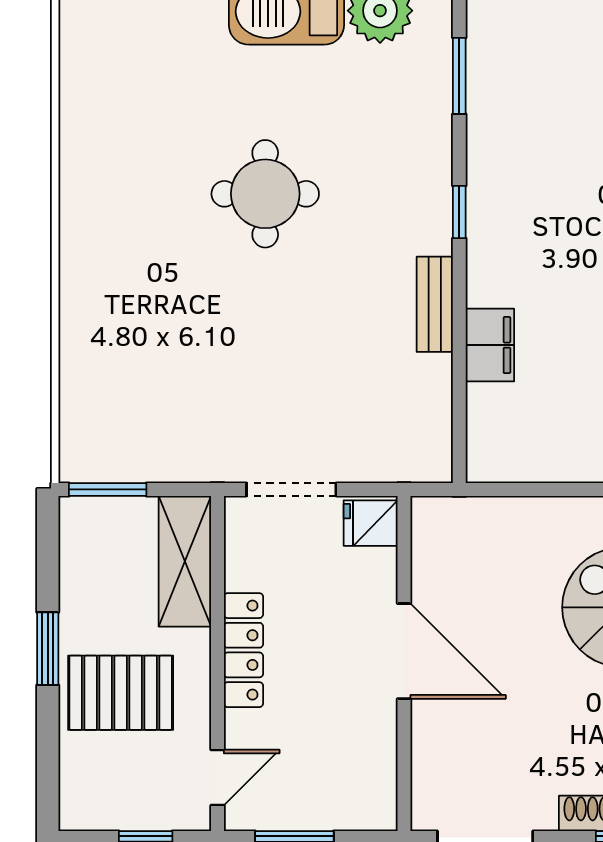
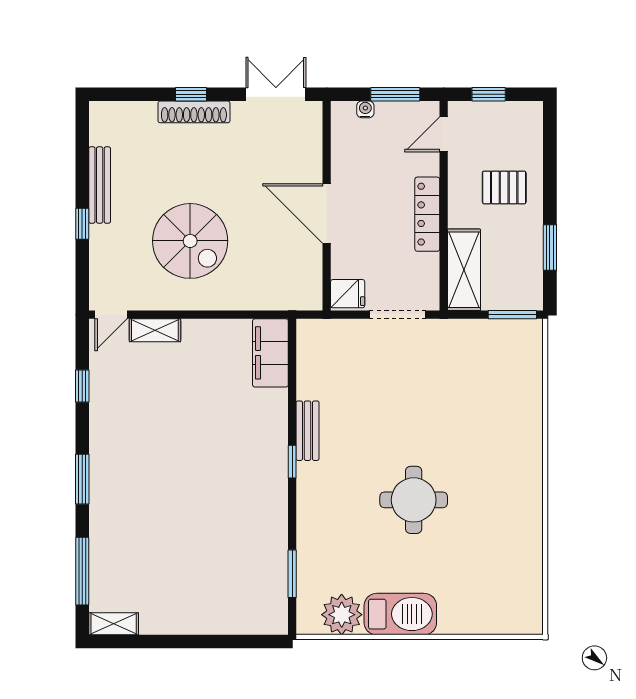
window: (459, 212) -> (292, 462), moved
filing cabinet: (490, 345) -> (270, 353), moved, width x1.50, depth x1.17
window: (48, 649) -> (550, 248), moved
pallet: (121, 693) -> (504, 187), width x0.67, depth x0.71
water cooler: (342, 818) -> (365, 109), added

